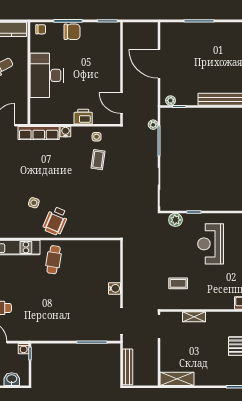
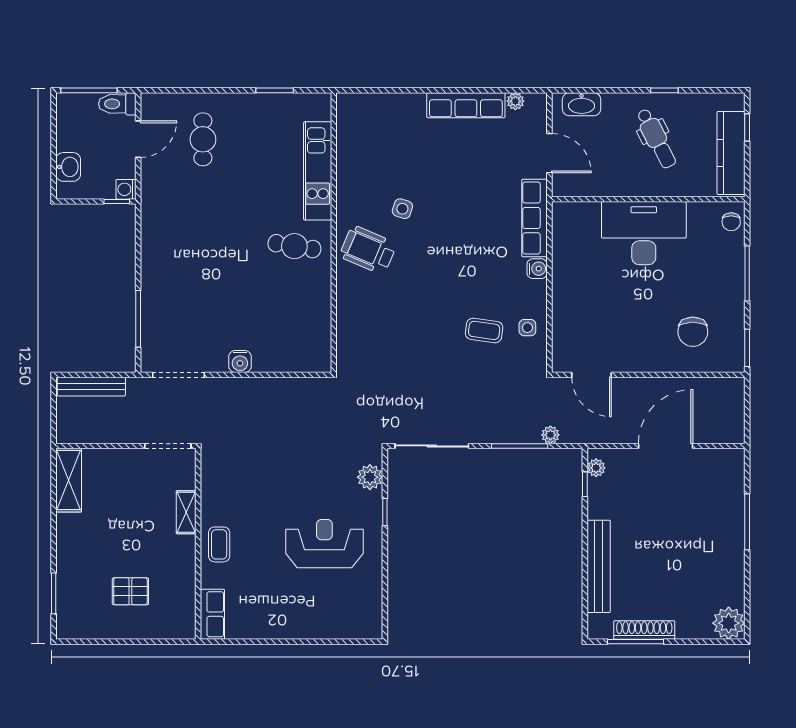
chair: (72, 32) -> (693, 332), moved
door: (121, 103) -> (591, 375), swing flipped
printer: (83, 117) -> (566, 302), removed
coffee table: (178, 283) -> (219, 544), moved

